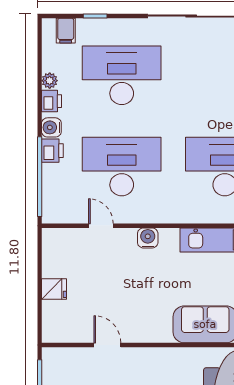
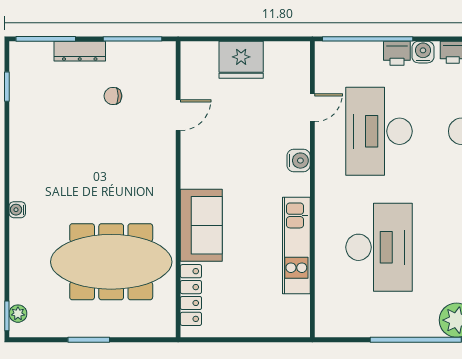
desk: (122, 167) -> (379, 131), turned 180
fridge: (54, 289) -> (241, 60), width x1.88, depth x1.34

